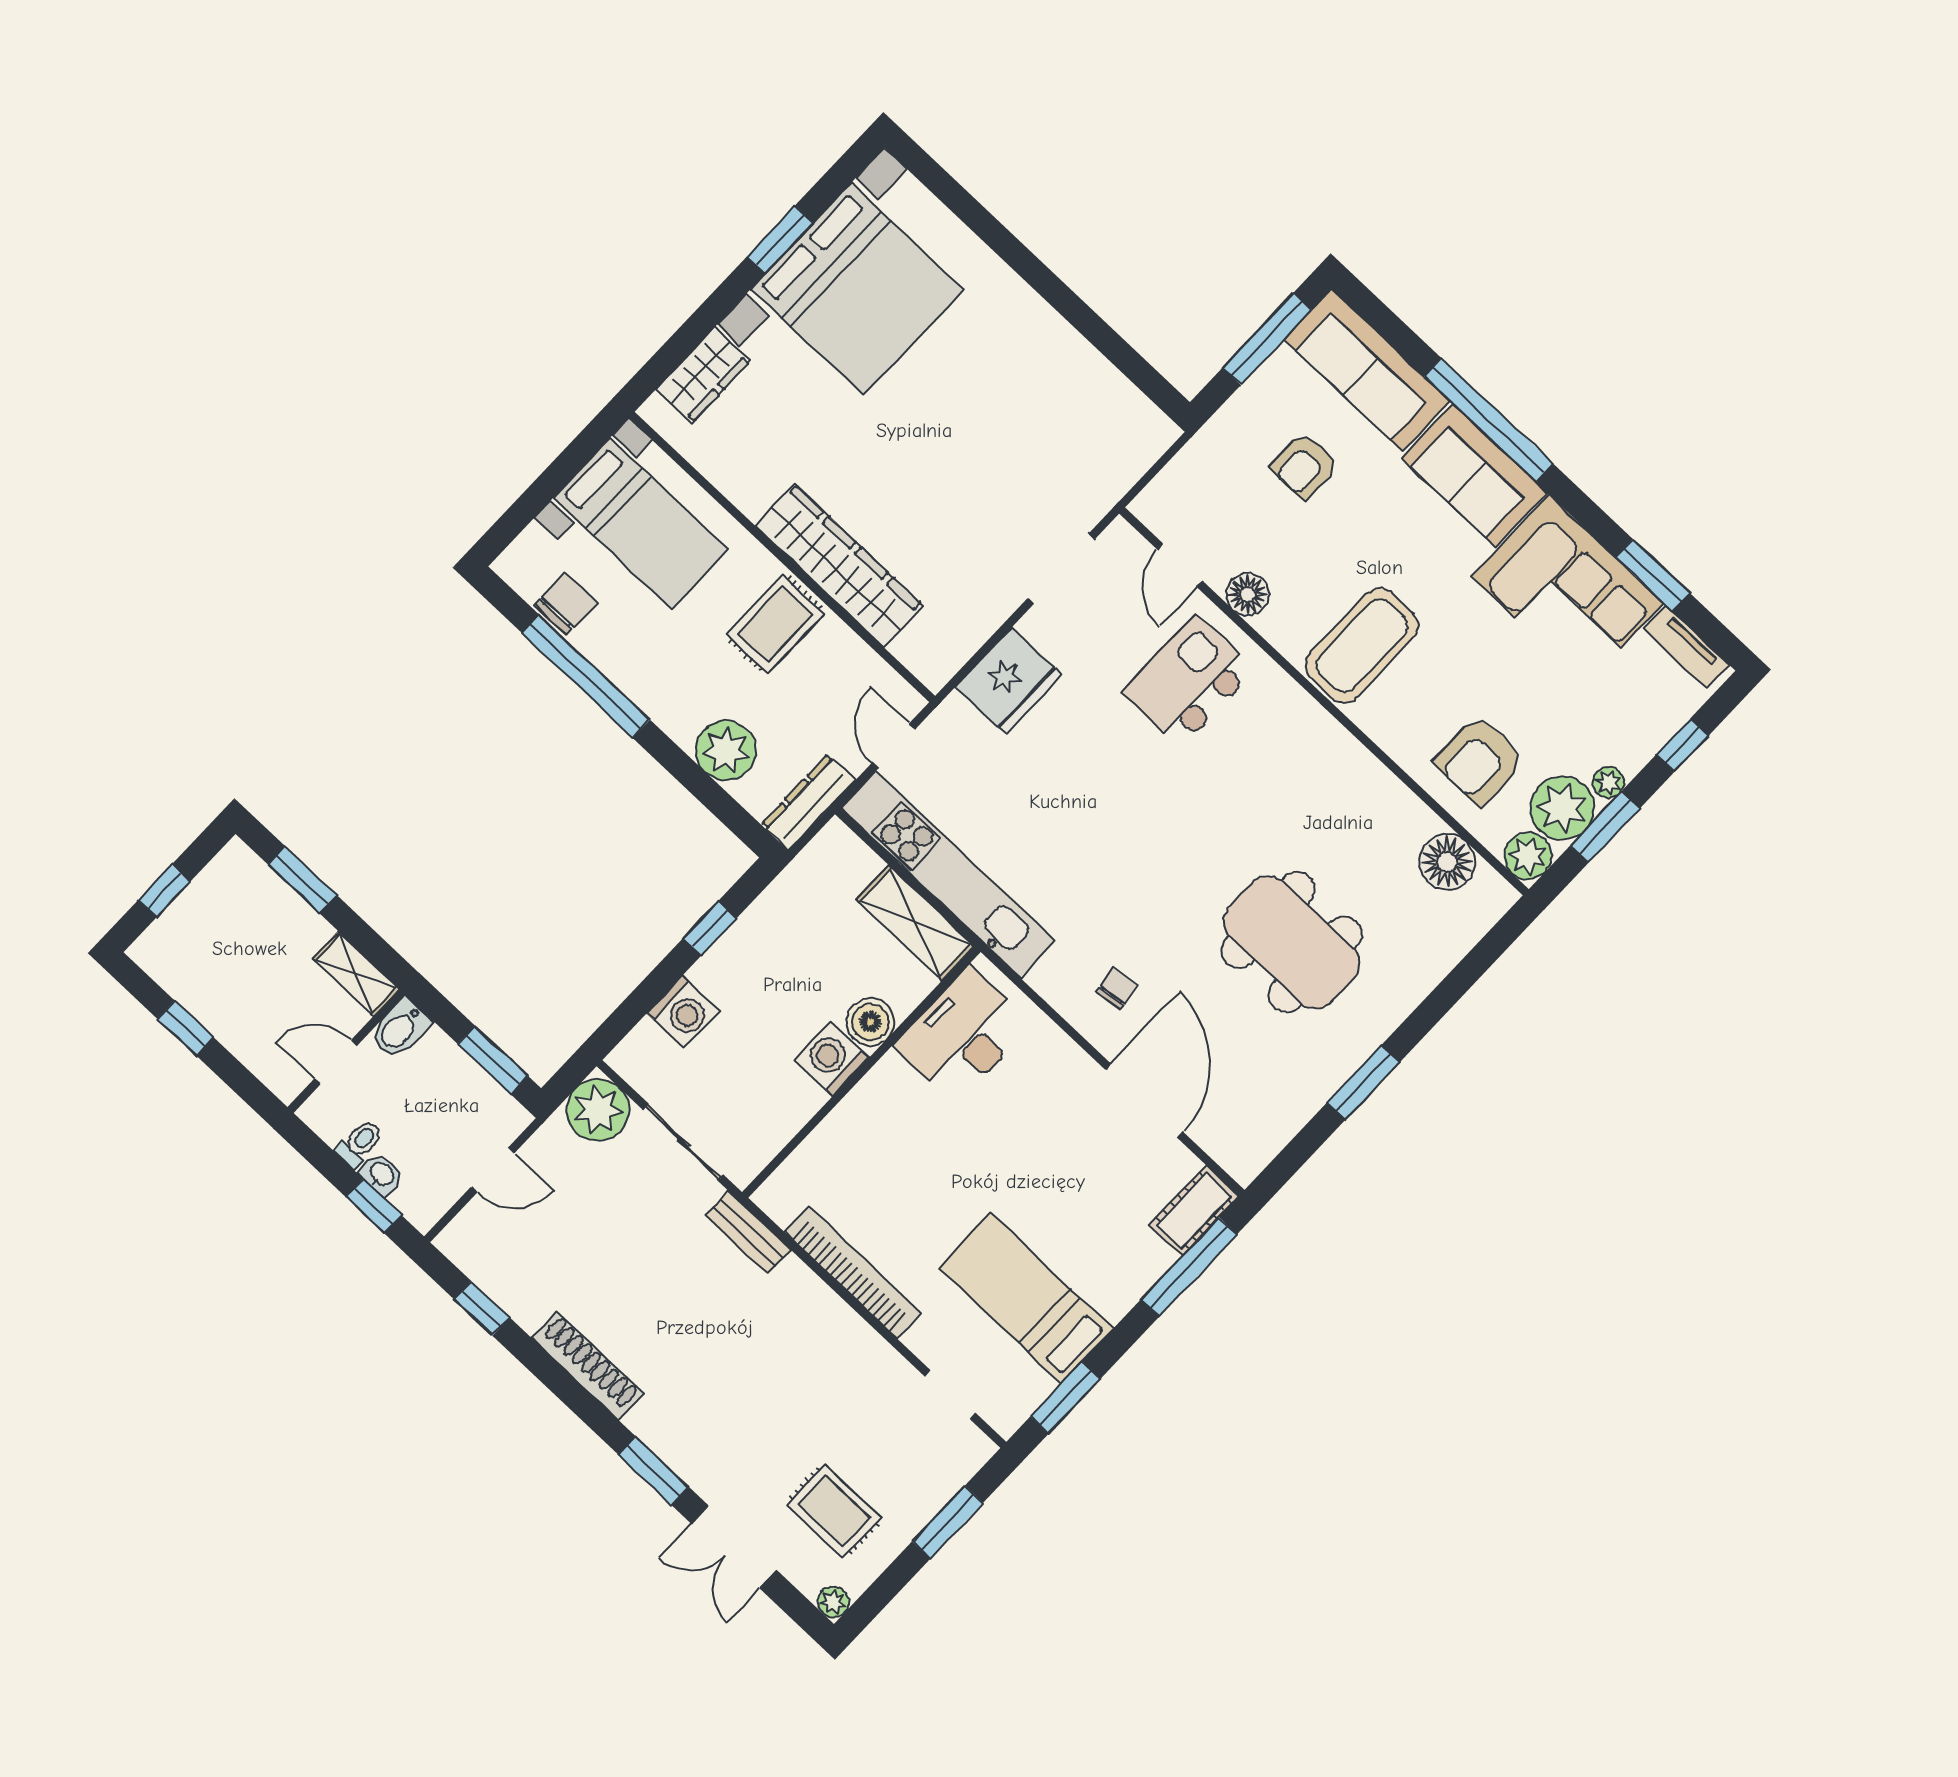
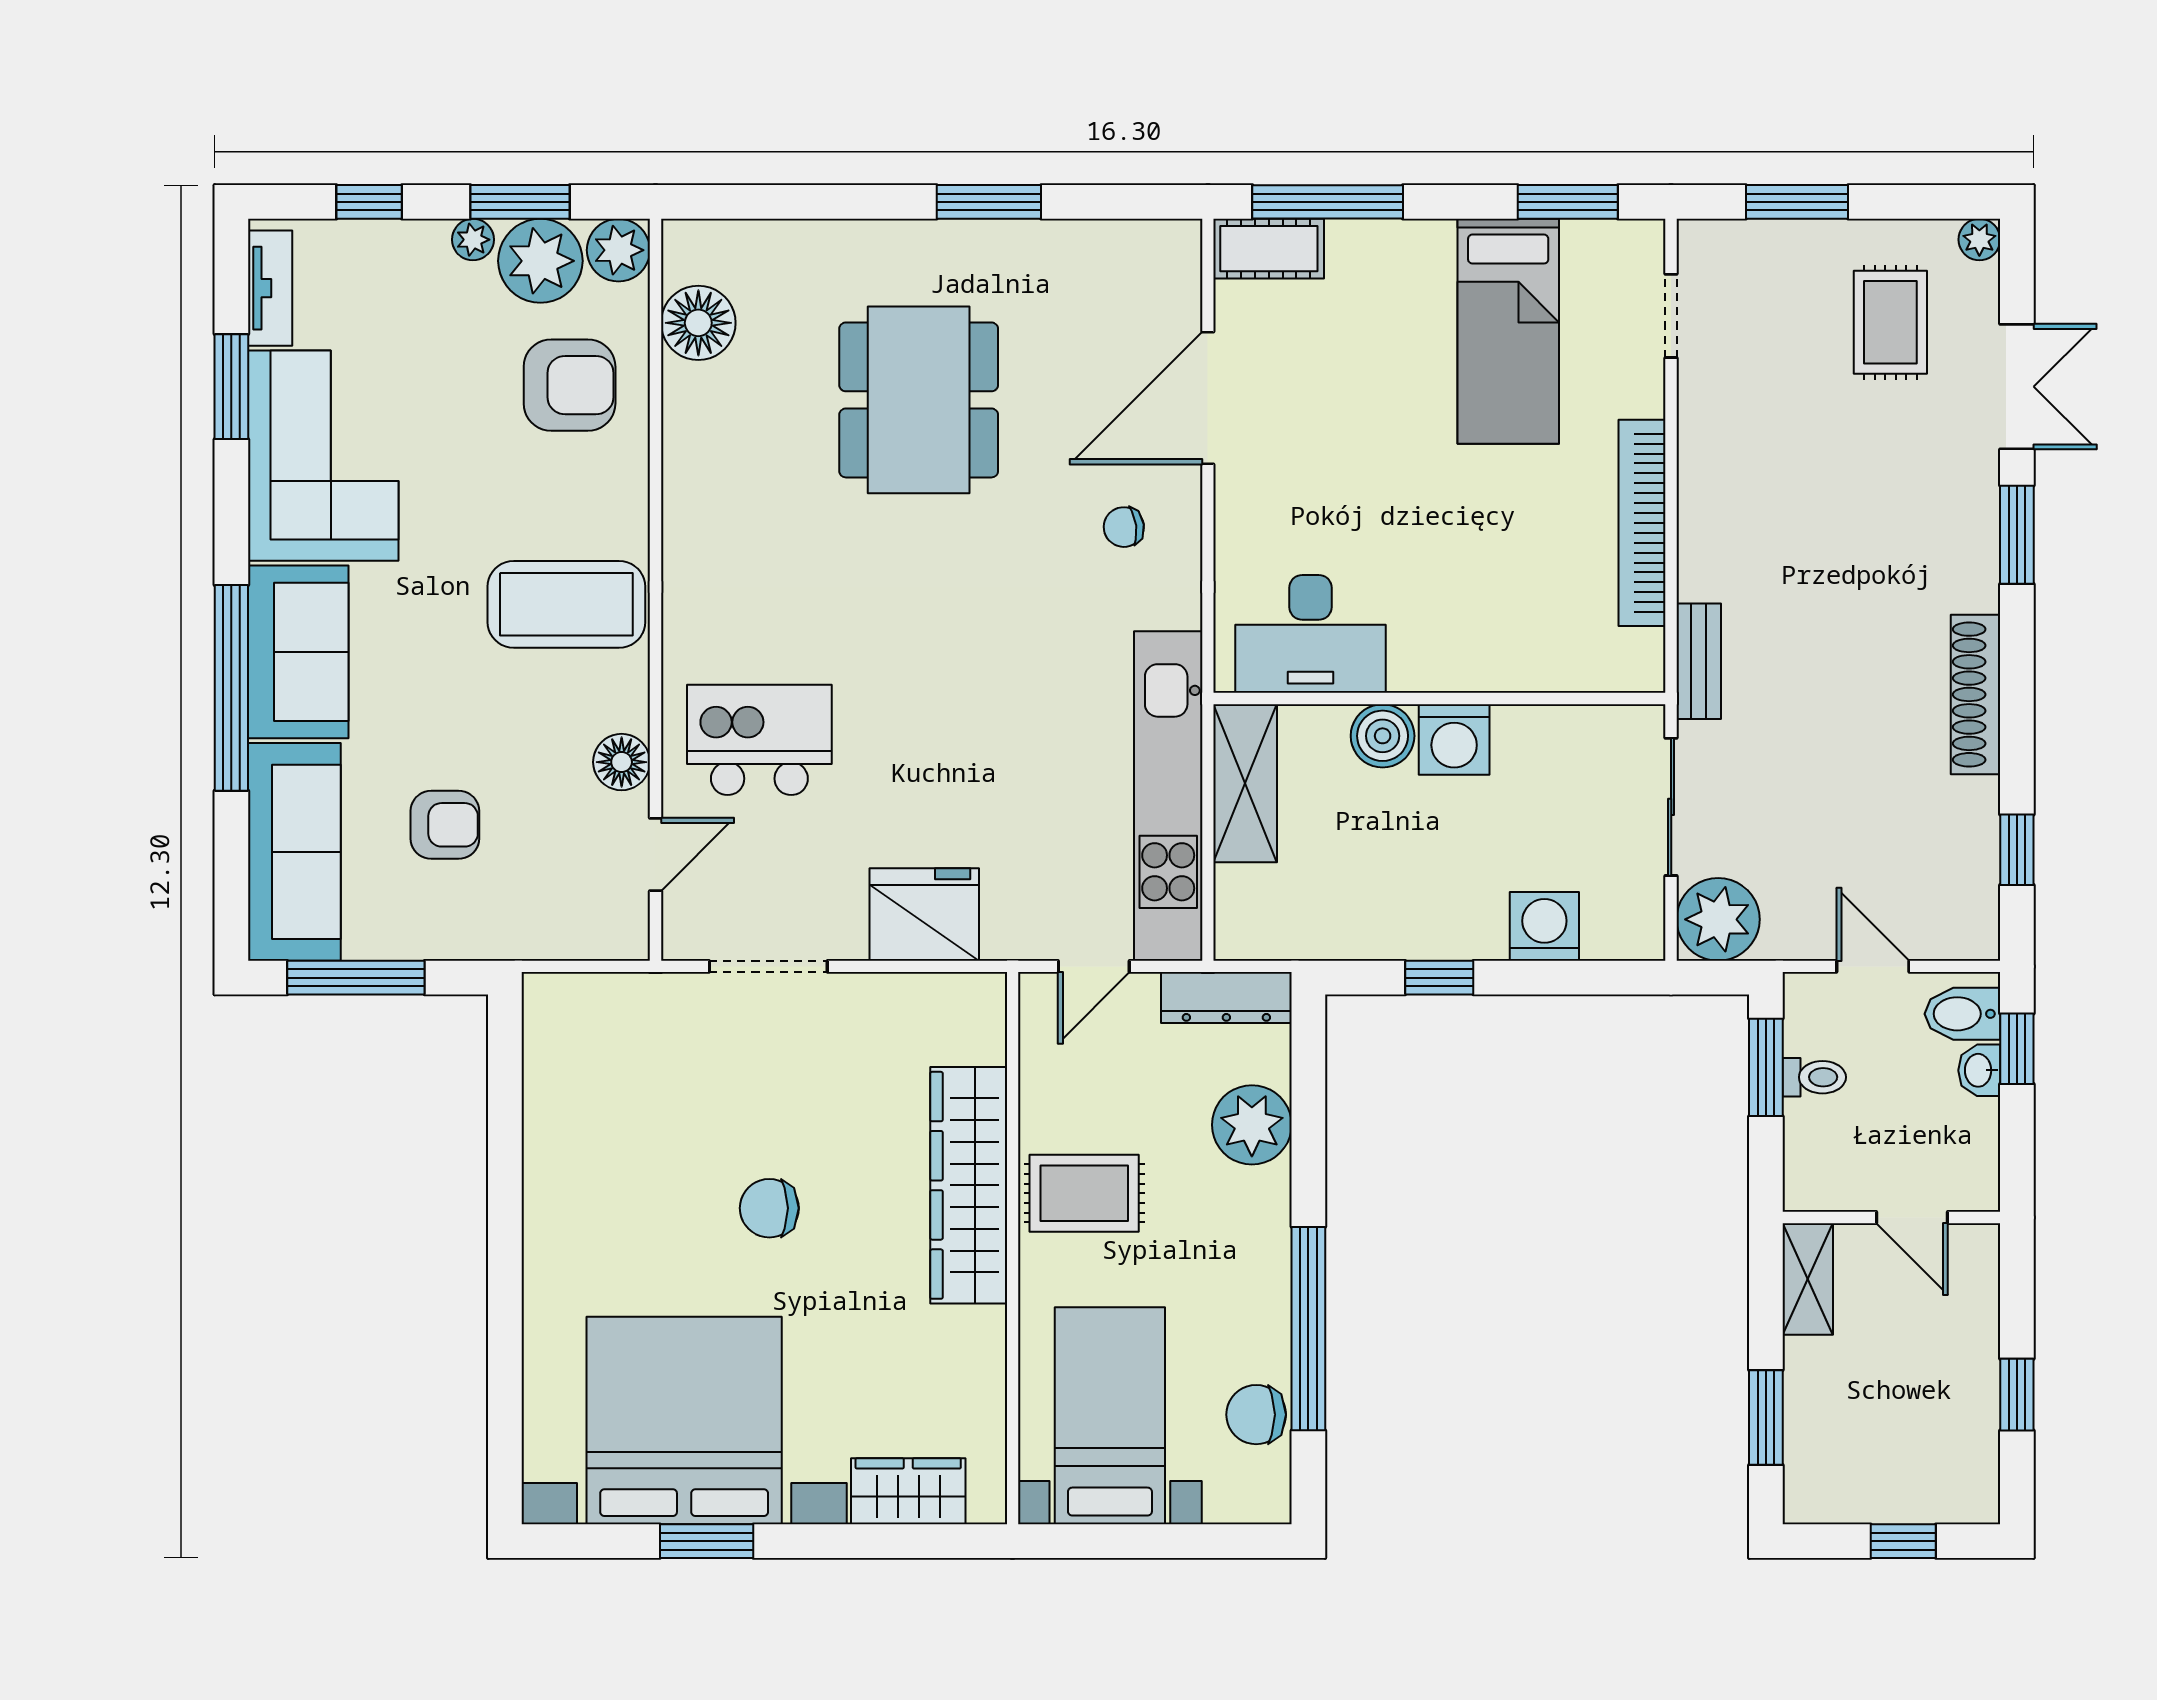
chair: (929, 445) -> (769, 1208), added
kitchen island: (1189, 681) -> (759, 740), turned 180
bidet: (400, 1029) -> (1962, 1014), moved, turned 180
toilet: (360, 1143) -> (1814, 1077), moved, turned 180

